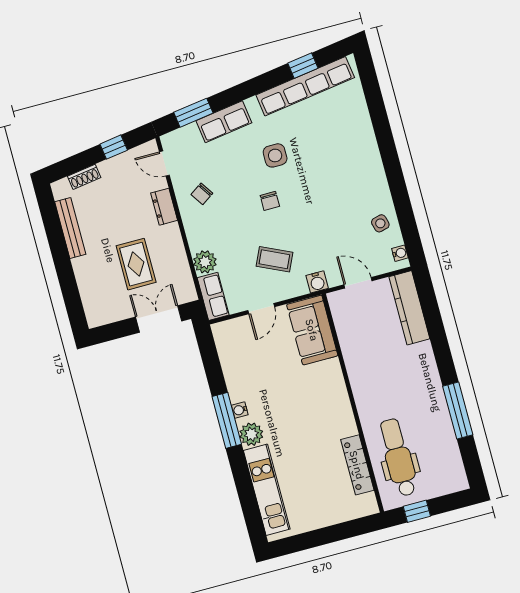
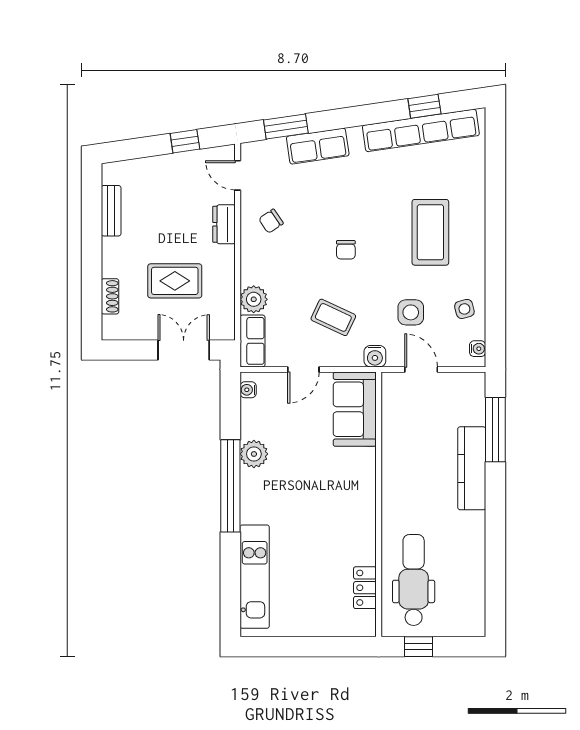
side table: (275, 155) -> (411, 312), moved
coffee table: (335, 168) -> (430, 232), added
shoe rack: (84, 177) -> (110, 296), moved, turned -82
bench: (70, 228) -> (111, 211), width x0.73
rug: (136, 264) -> (175, 281), turned 90
kitchen counter: (409, 308) -> (472, 468), moved
water cooler: (240, 410) -> (248, 390), moved
window: (458, 410) -> (495, 430), moved
window: (227, 420) -> (230, 486), width x1.46
plant: (251, 434) -> (254, 454), moved
locker: (357, 465) -> (365, 588), width x0.66

